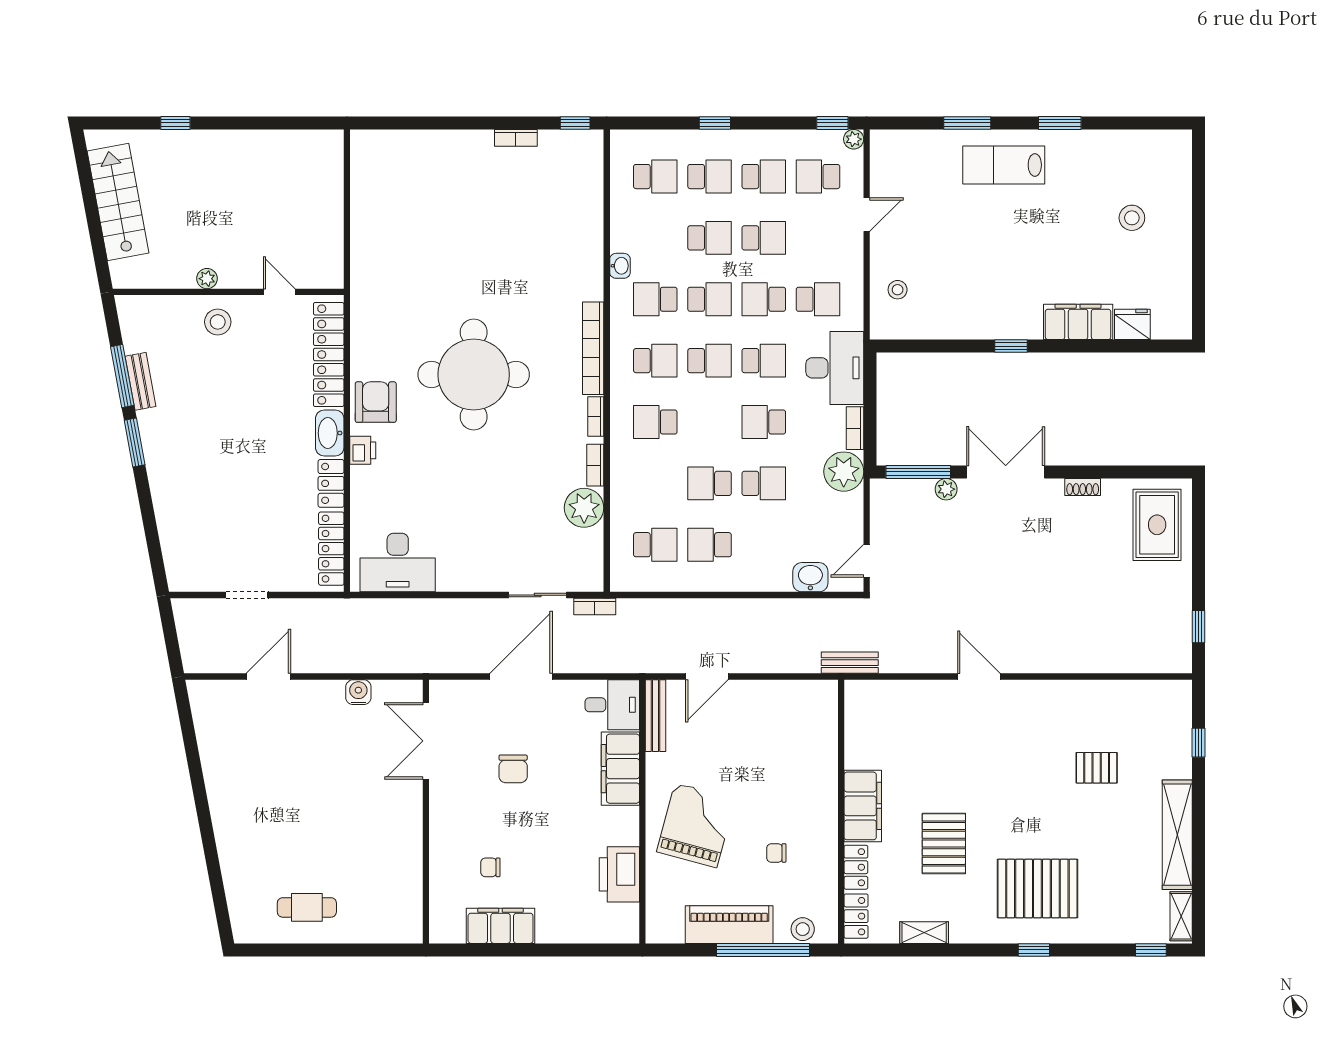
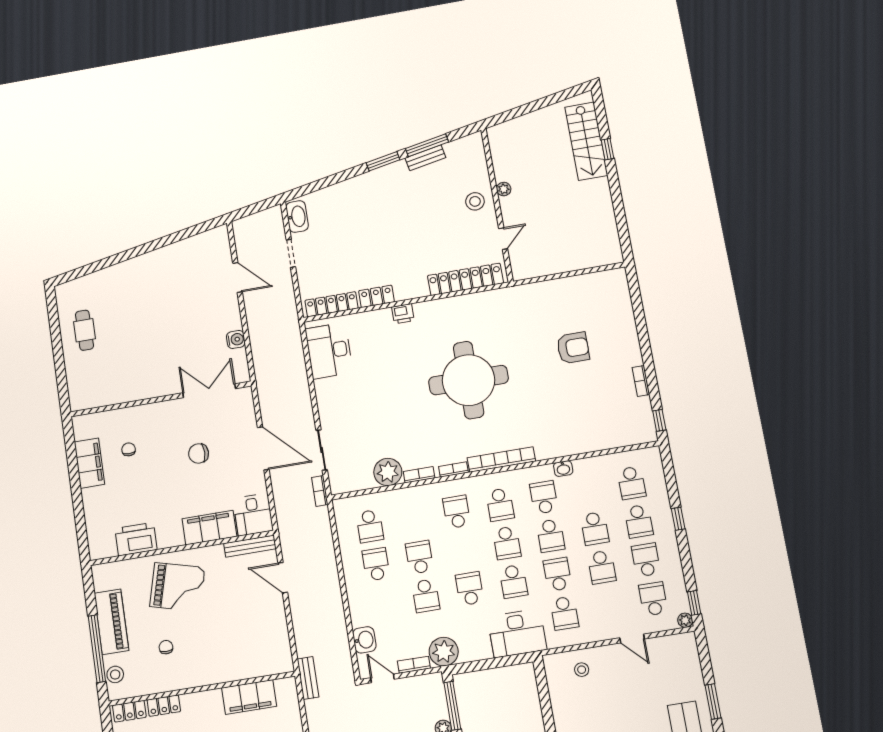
school desk: (764, 177) -> (646, 560), turned 180
stairs: (118, 202) -> (586, 141), moved, turned 101
armchair: (376, 402) -> (573, 348), moved
bookcase: (855, 428) -> (414, 665), moved
washbasin: (330, 433) -> (297, 216), moved, turned 90
filing cabinet: (863, 806) -> (249, 697), moved

